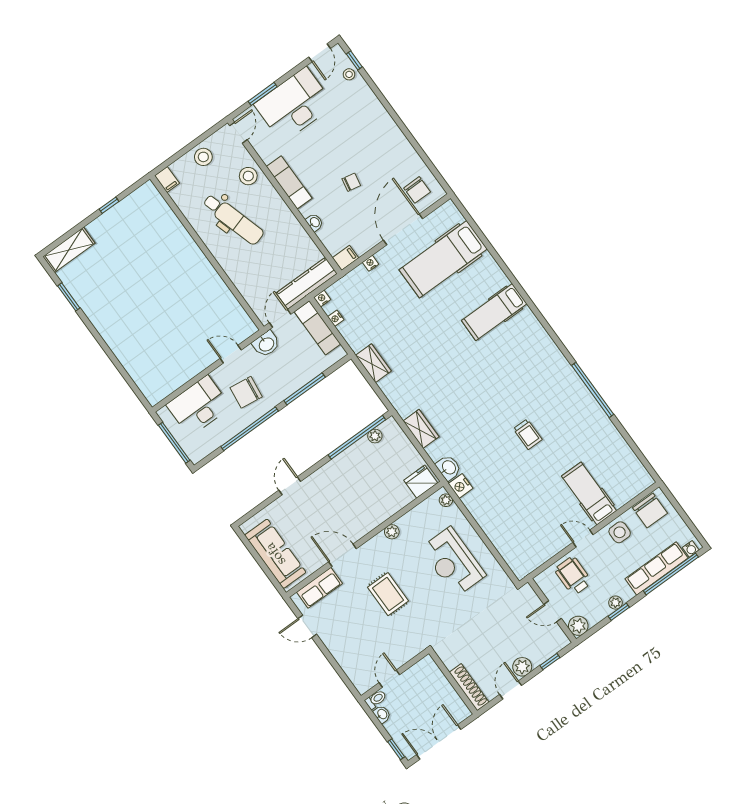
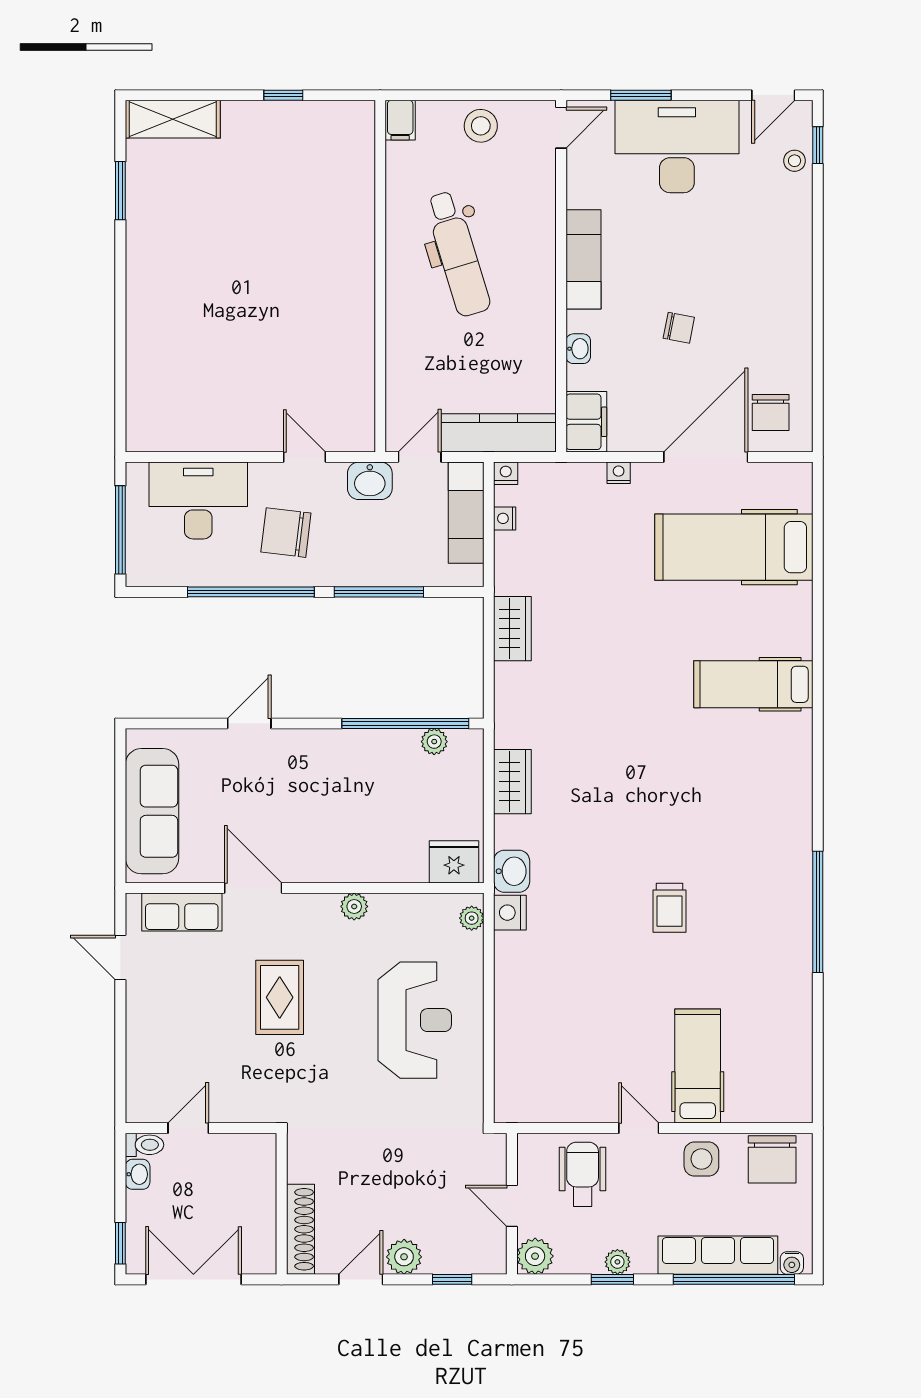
stool: (248, 176) -> (528, 205), removed
filing cabinet: (345, 258) -> (586, 422), width x2.00
reception desk: (453, 562) -> (415, 1020), turned 180

